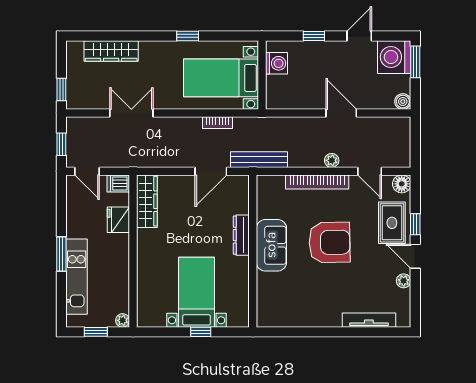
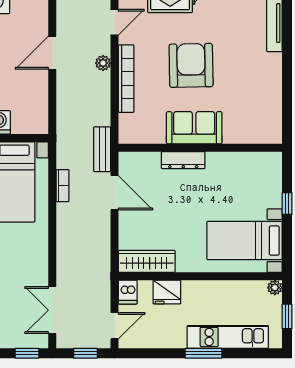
double door: (131, 113) -> (52, 310), moved
bench: (259, 160) -> (102, 149), width x0.73
bed with nightstands: (197, 292) -> (245, 241), moved

